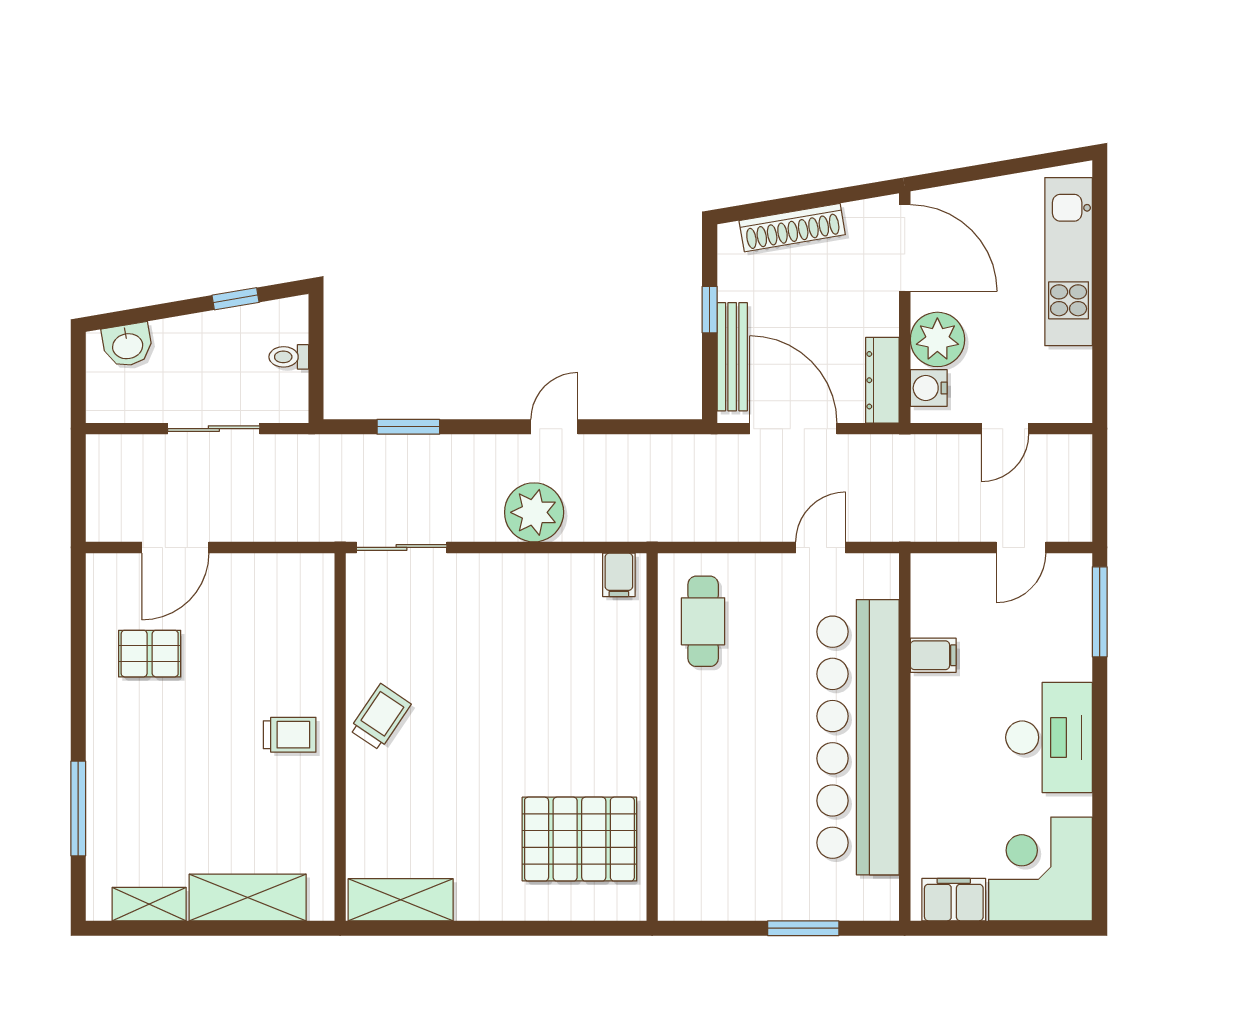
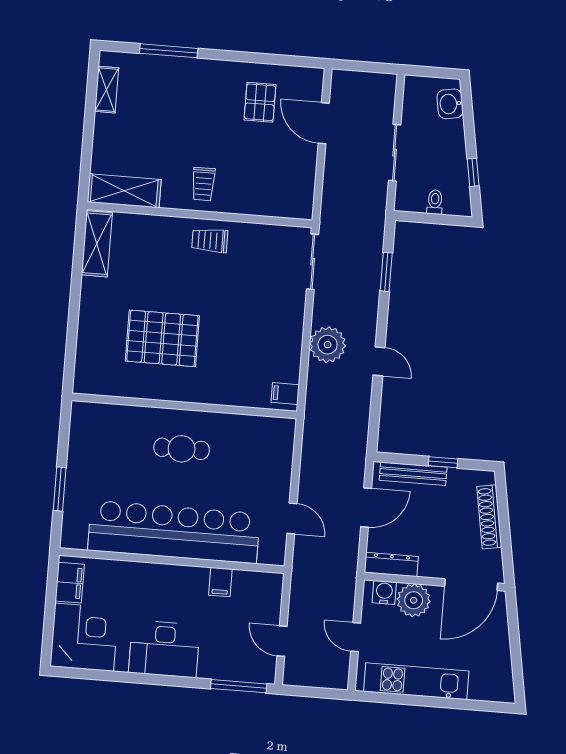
kitchen unit: (1069, 262) -> (416, 681), moved
door: (793, 429) -> (366, 508), width x0.73
cafe table: (703, 621) -> (182, 449), moved
trolley: (380, 717) -> (210, 240), turned 146
pallet: (579, 839) -> (162, 338), moved, turned 90
shelving: (248, 897) -> (124, 191), moved, turned 90

